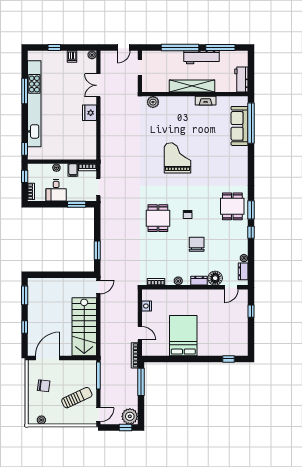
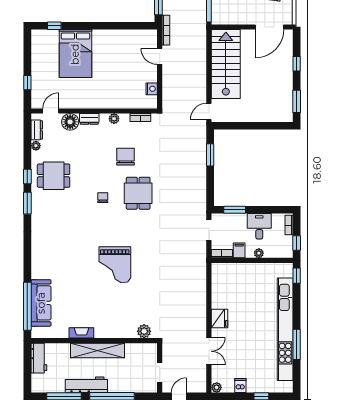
dining table: (232, 206) -> (54, 176), moved, turned 90
chair: (197, 244) -> (126, 157), moved, turned 180
bed: (183, 336) -> (75, 54), moved

